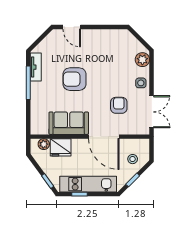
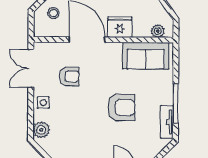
armchair: (119, 105) -> (69, 76), turned -90
sofa: (69, 123) -> (146, 56), moved
fridge: (61, 147) -> (120, 27), moved

